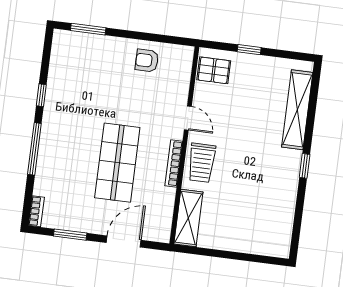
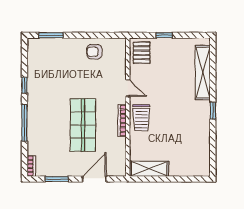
pallet: (214, 70) -> (142, 53), turned 90
shelving: (188, 218) -> (149, 169), moved, turned 90

